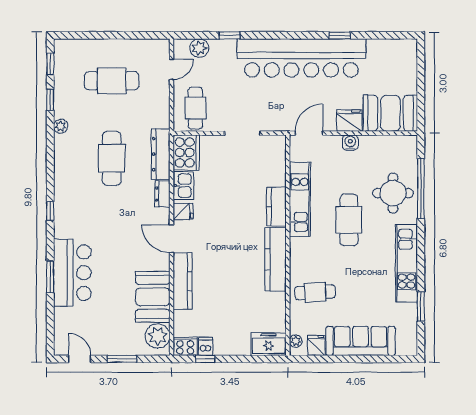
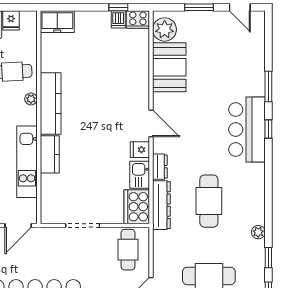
window: (50, 211) -> (268, 129), moved
bar counter: (72, 273) -> (247, 130), moved
kitchen counter: (183, 281) -> (140, 82), removed
plant: (296, 341) -> (31, 99), moved

